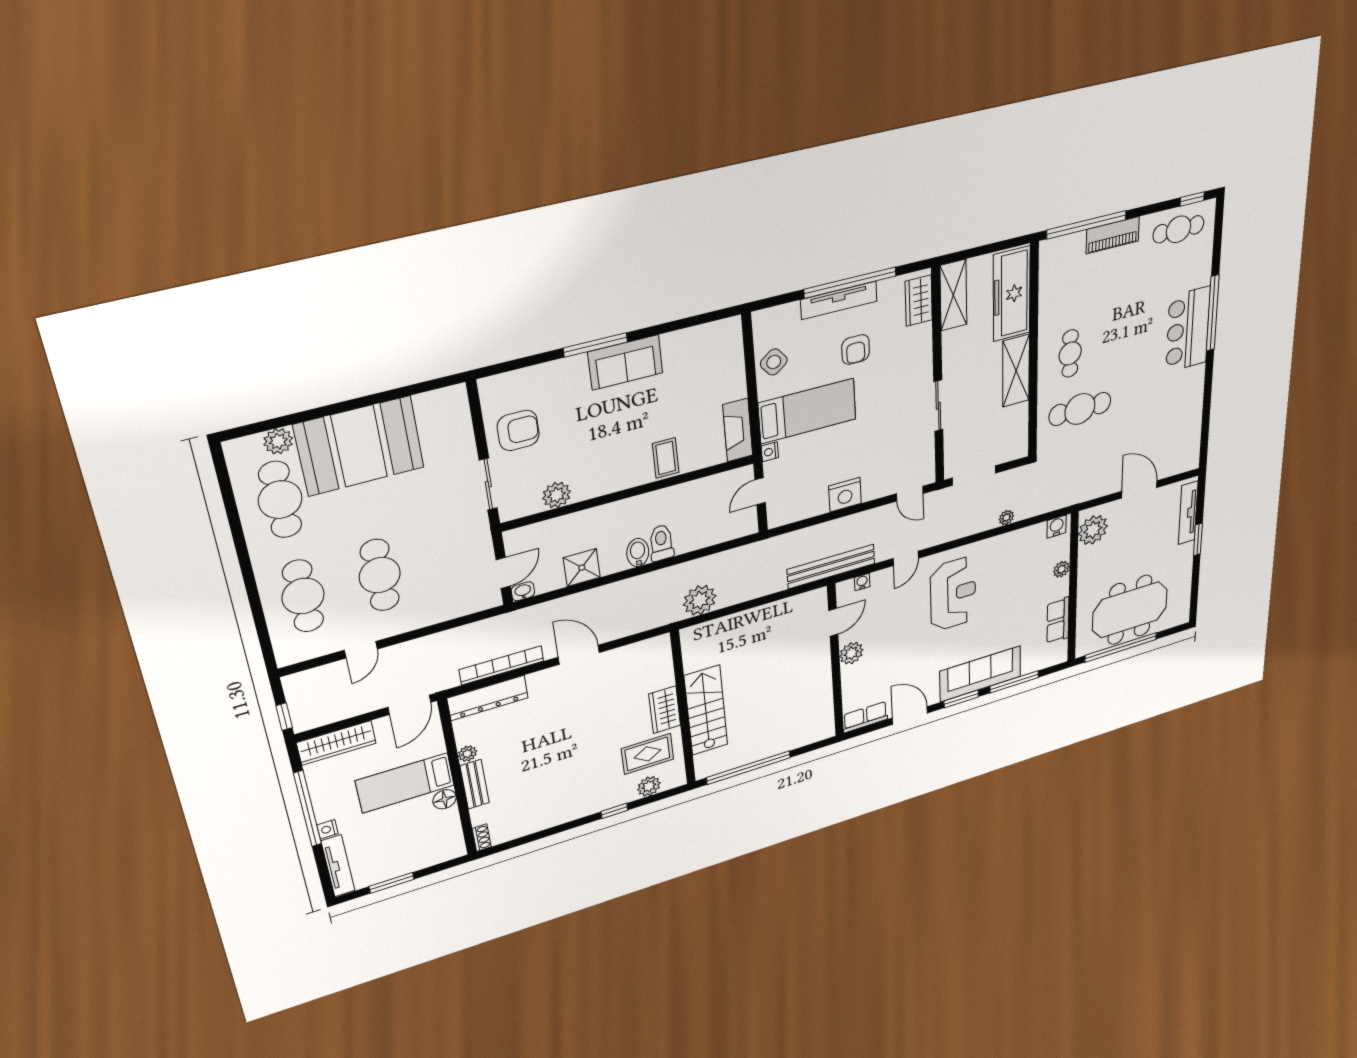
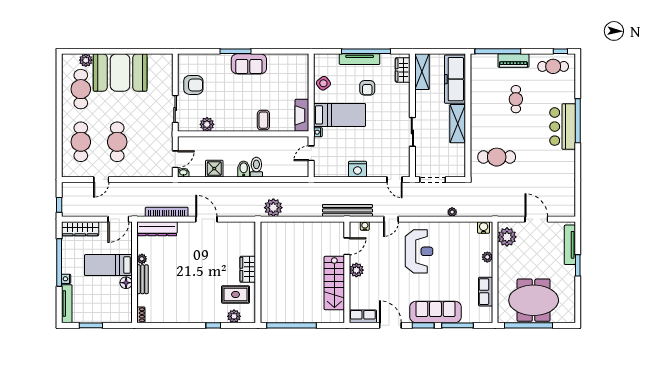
cafe table: (1070, 354) -> (516, 99), moved
stairs: (706, 710) -> (334, 283), moved, turned 180

